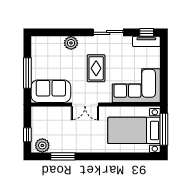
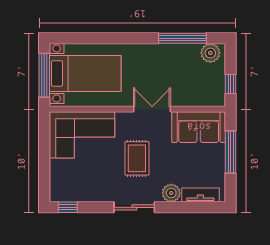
sliding door: (108, 32) -> (134, 207), moved
tv unit: (146, 41) -> (200, 195), moved
window: (27, 135) -> (231, 84), moved
window: (63, 156) -> (182, 38), width x1.44

